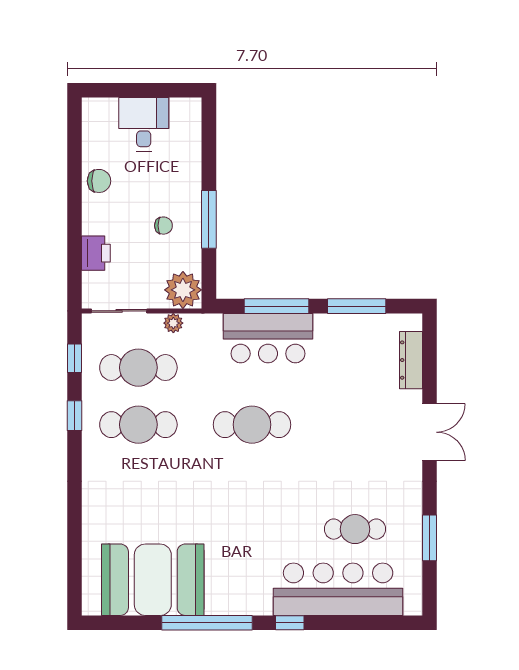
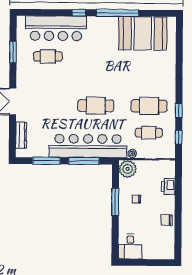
desk: (144, 124) -> (130, 246), moved
bar counter: (268, 338) -> (88, 146), width x1.86
cafe table: (138, 368) -> (149, 133), width x0.73, depth x0.74

